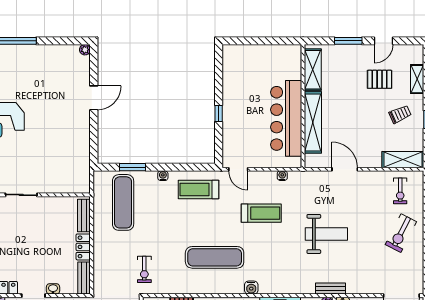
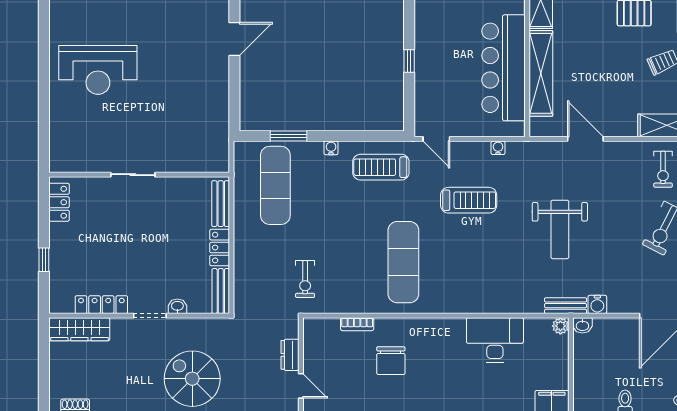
weight bench: (326, 234) -> (560, 229), turned 90
exercise mat: (215, 257) -> (403, 262), turned 90
water cooler: (251, 288) -> (597, 304), moved

